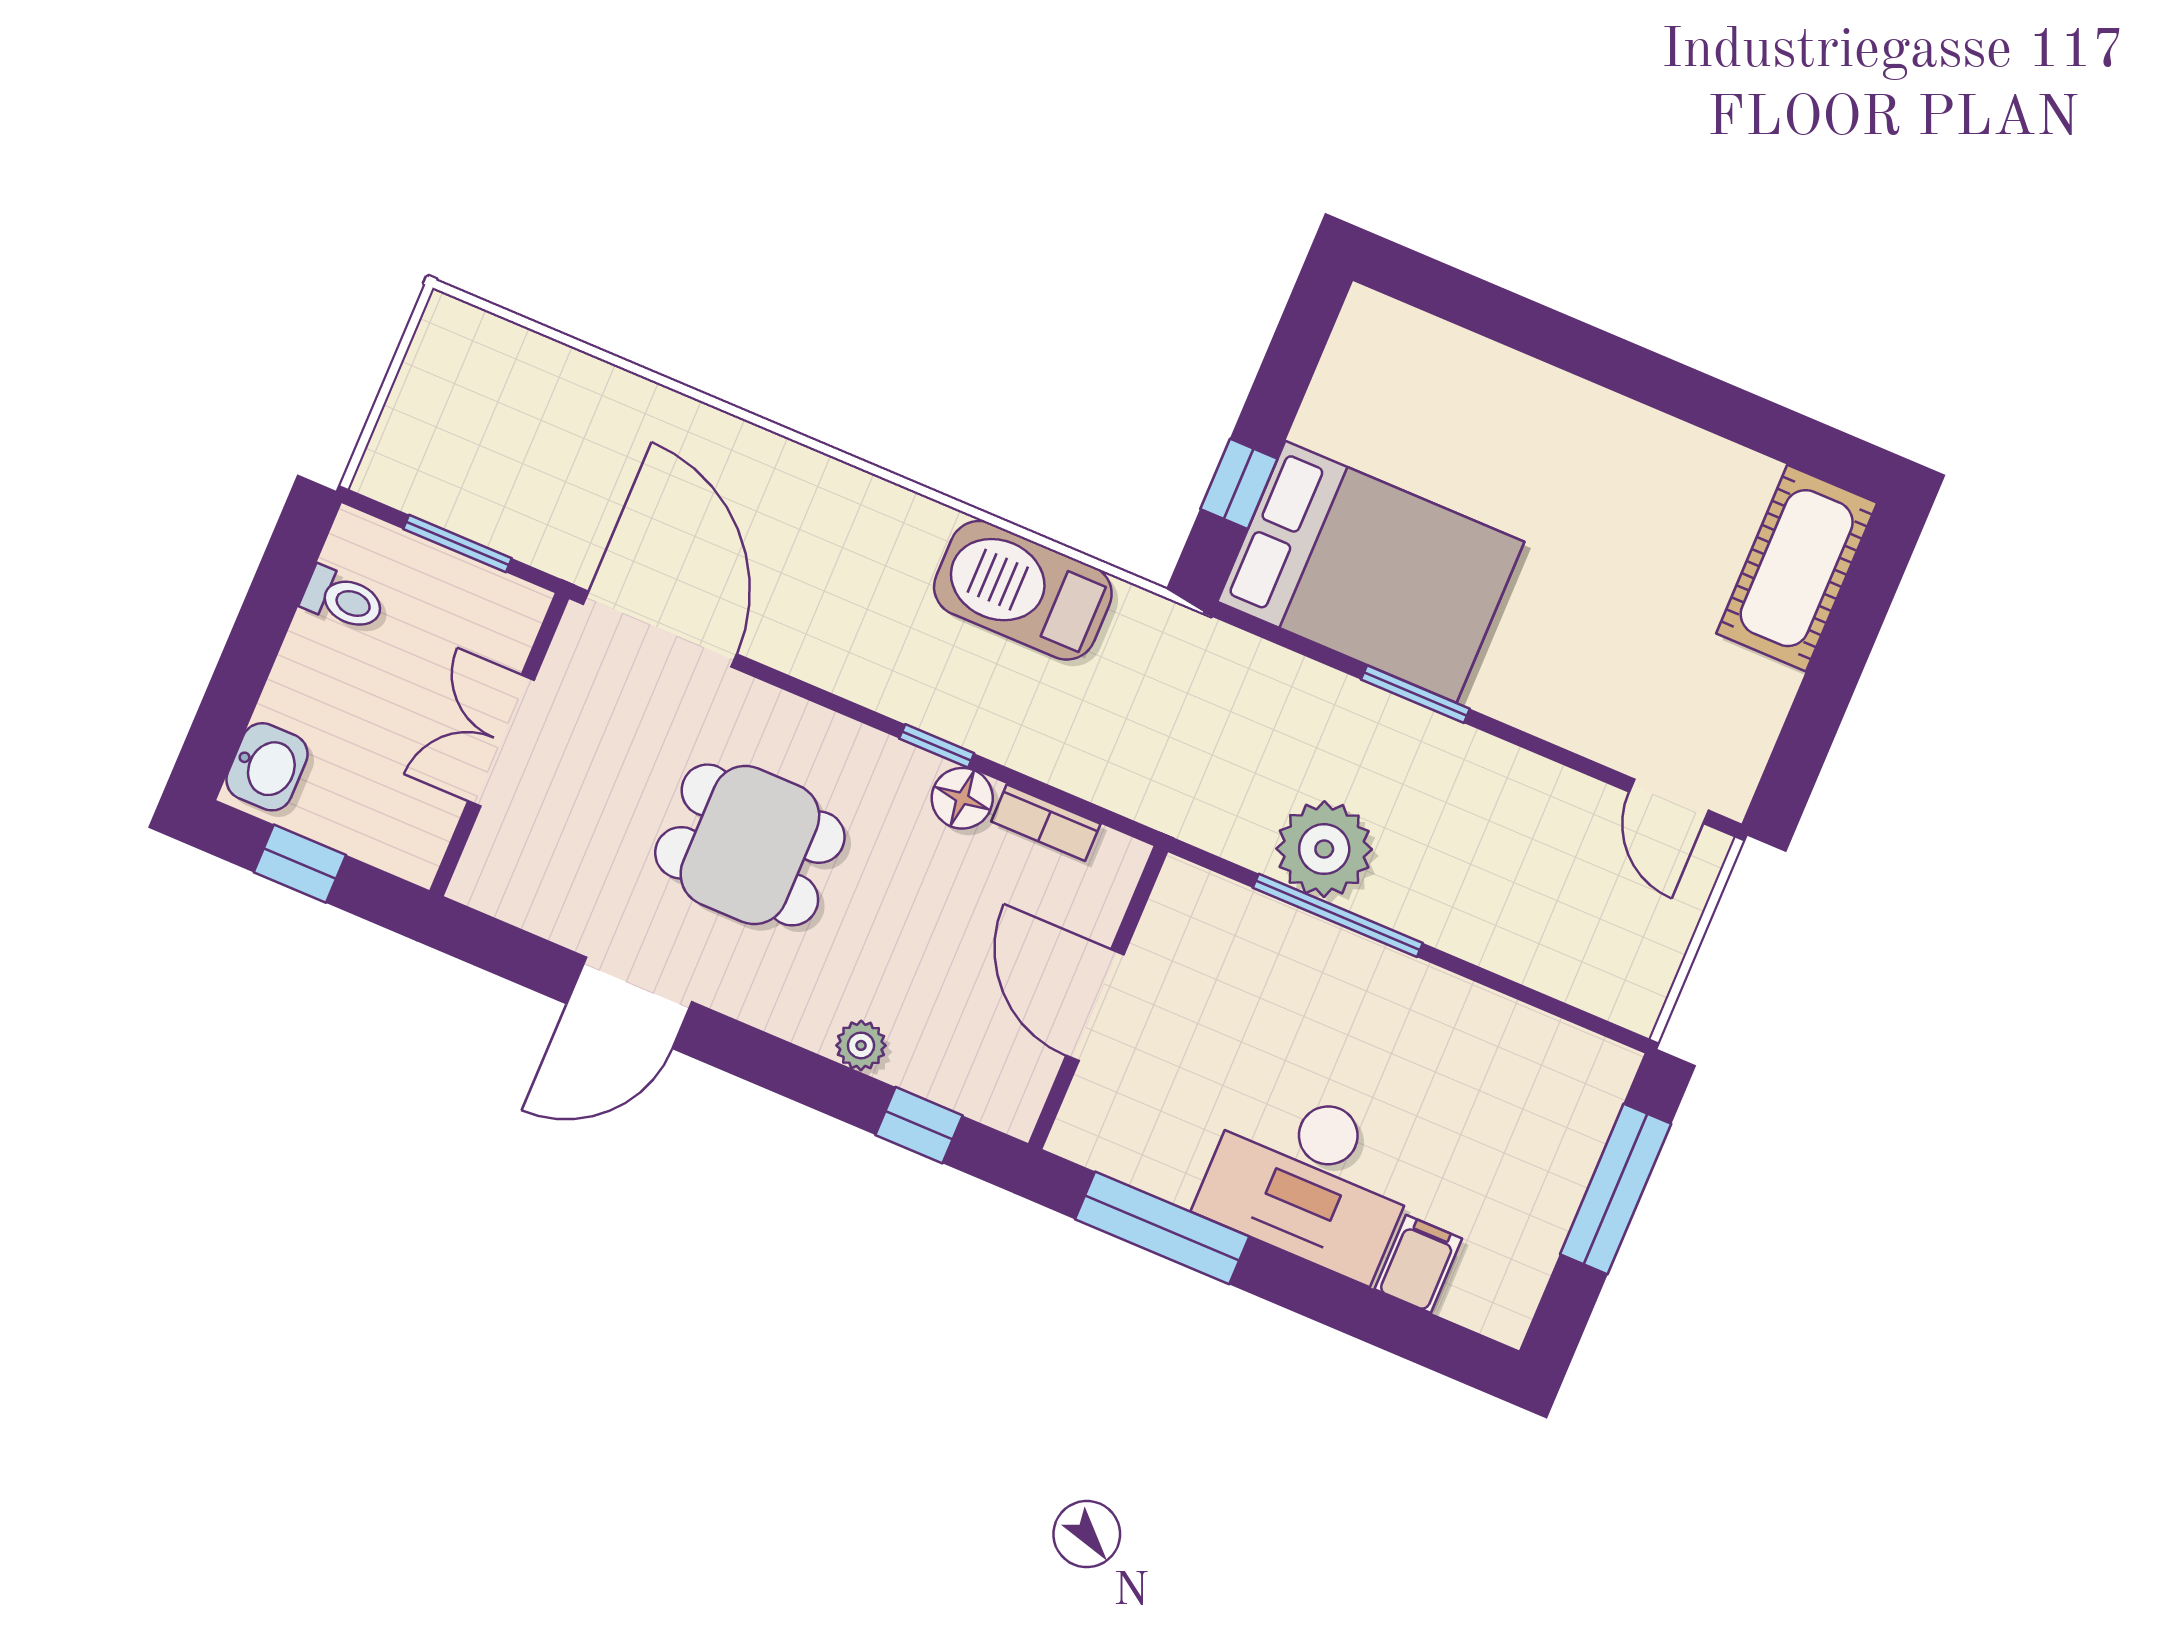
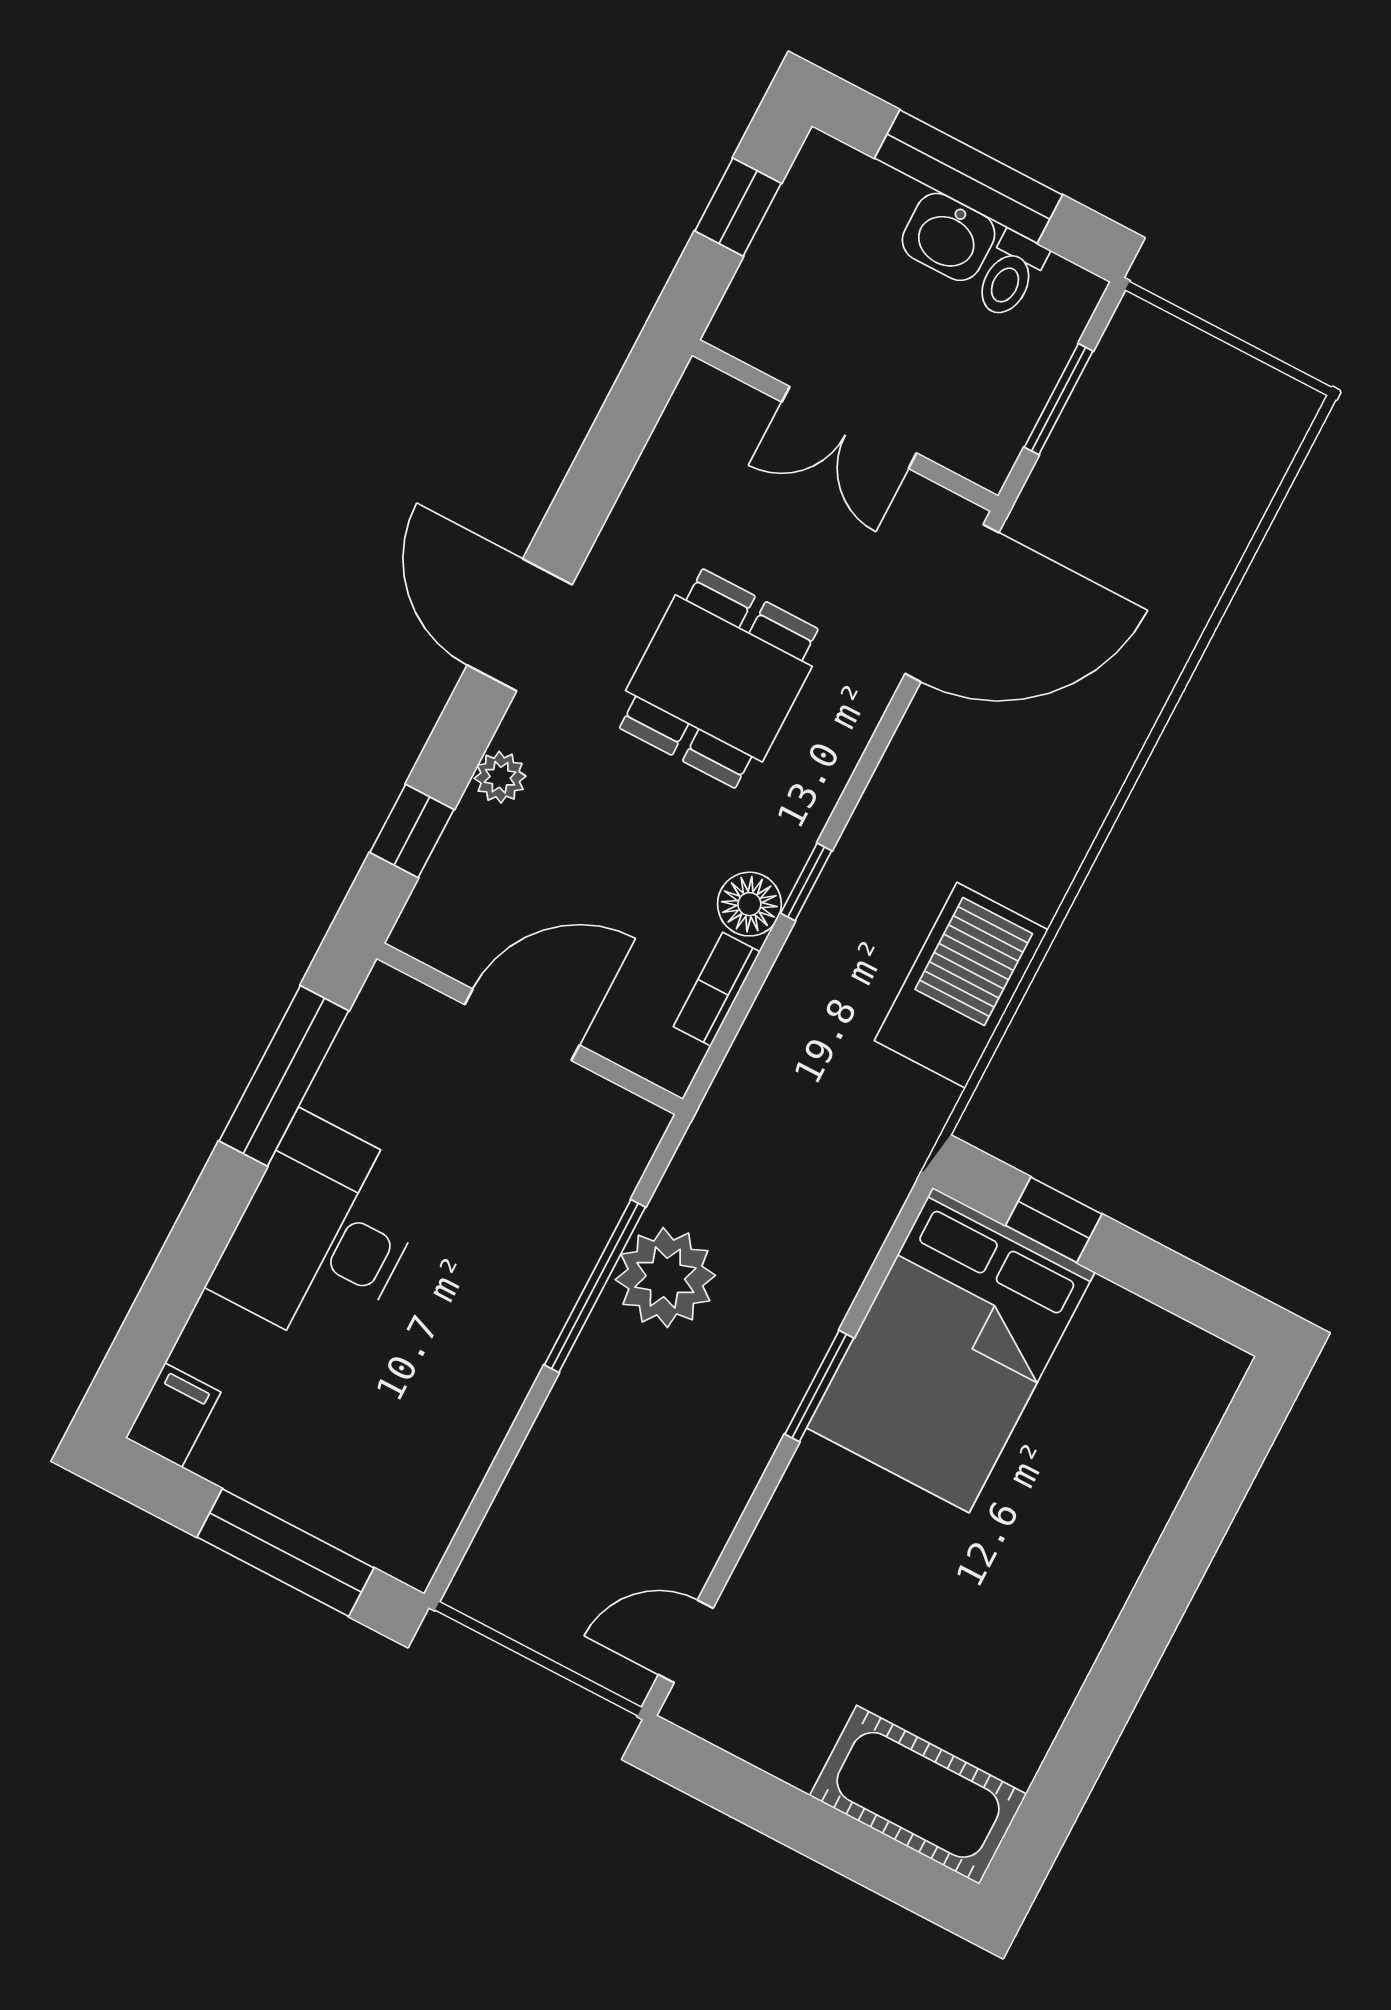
window: (253, 647) -> (968, 177), added
double door: (501, 741) -> (849, 428), swing flipped
washbasin: (267, 767) -> (949, 237), moved
door: (629, 1003) -> (520, 625), moved
filing cabinet: (1418, 1264) -> (173, 1415), moved, turned -90

